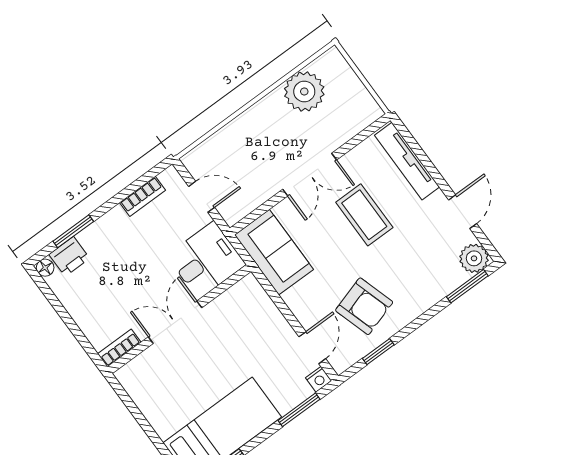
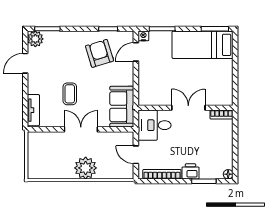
plant: (304, 91) -> (86, 168), moved
tv unit: (407, 161) -> (33, 110), width x0.71
bookcase: (142, 196) -> (162, 174), width x1.56
coffee table: (364, 215) -> (70, 94), width x0.73, depth x0.77
printer: (69, 256) -> (190, 171), moved
double door: (175, 322) -> (188, 108), swing flipped

